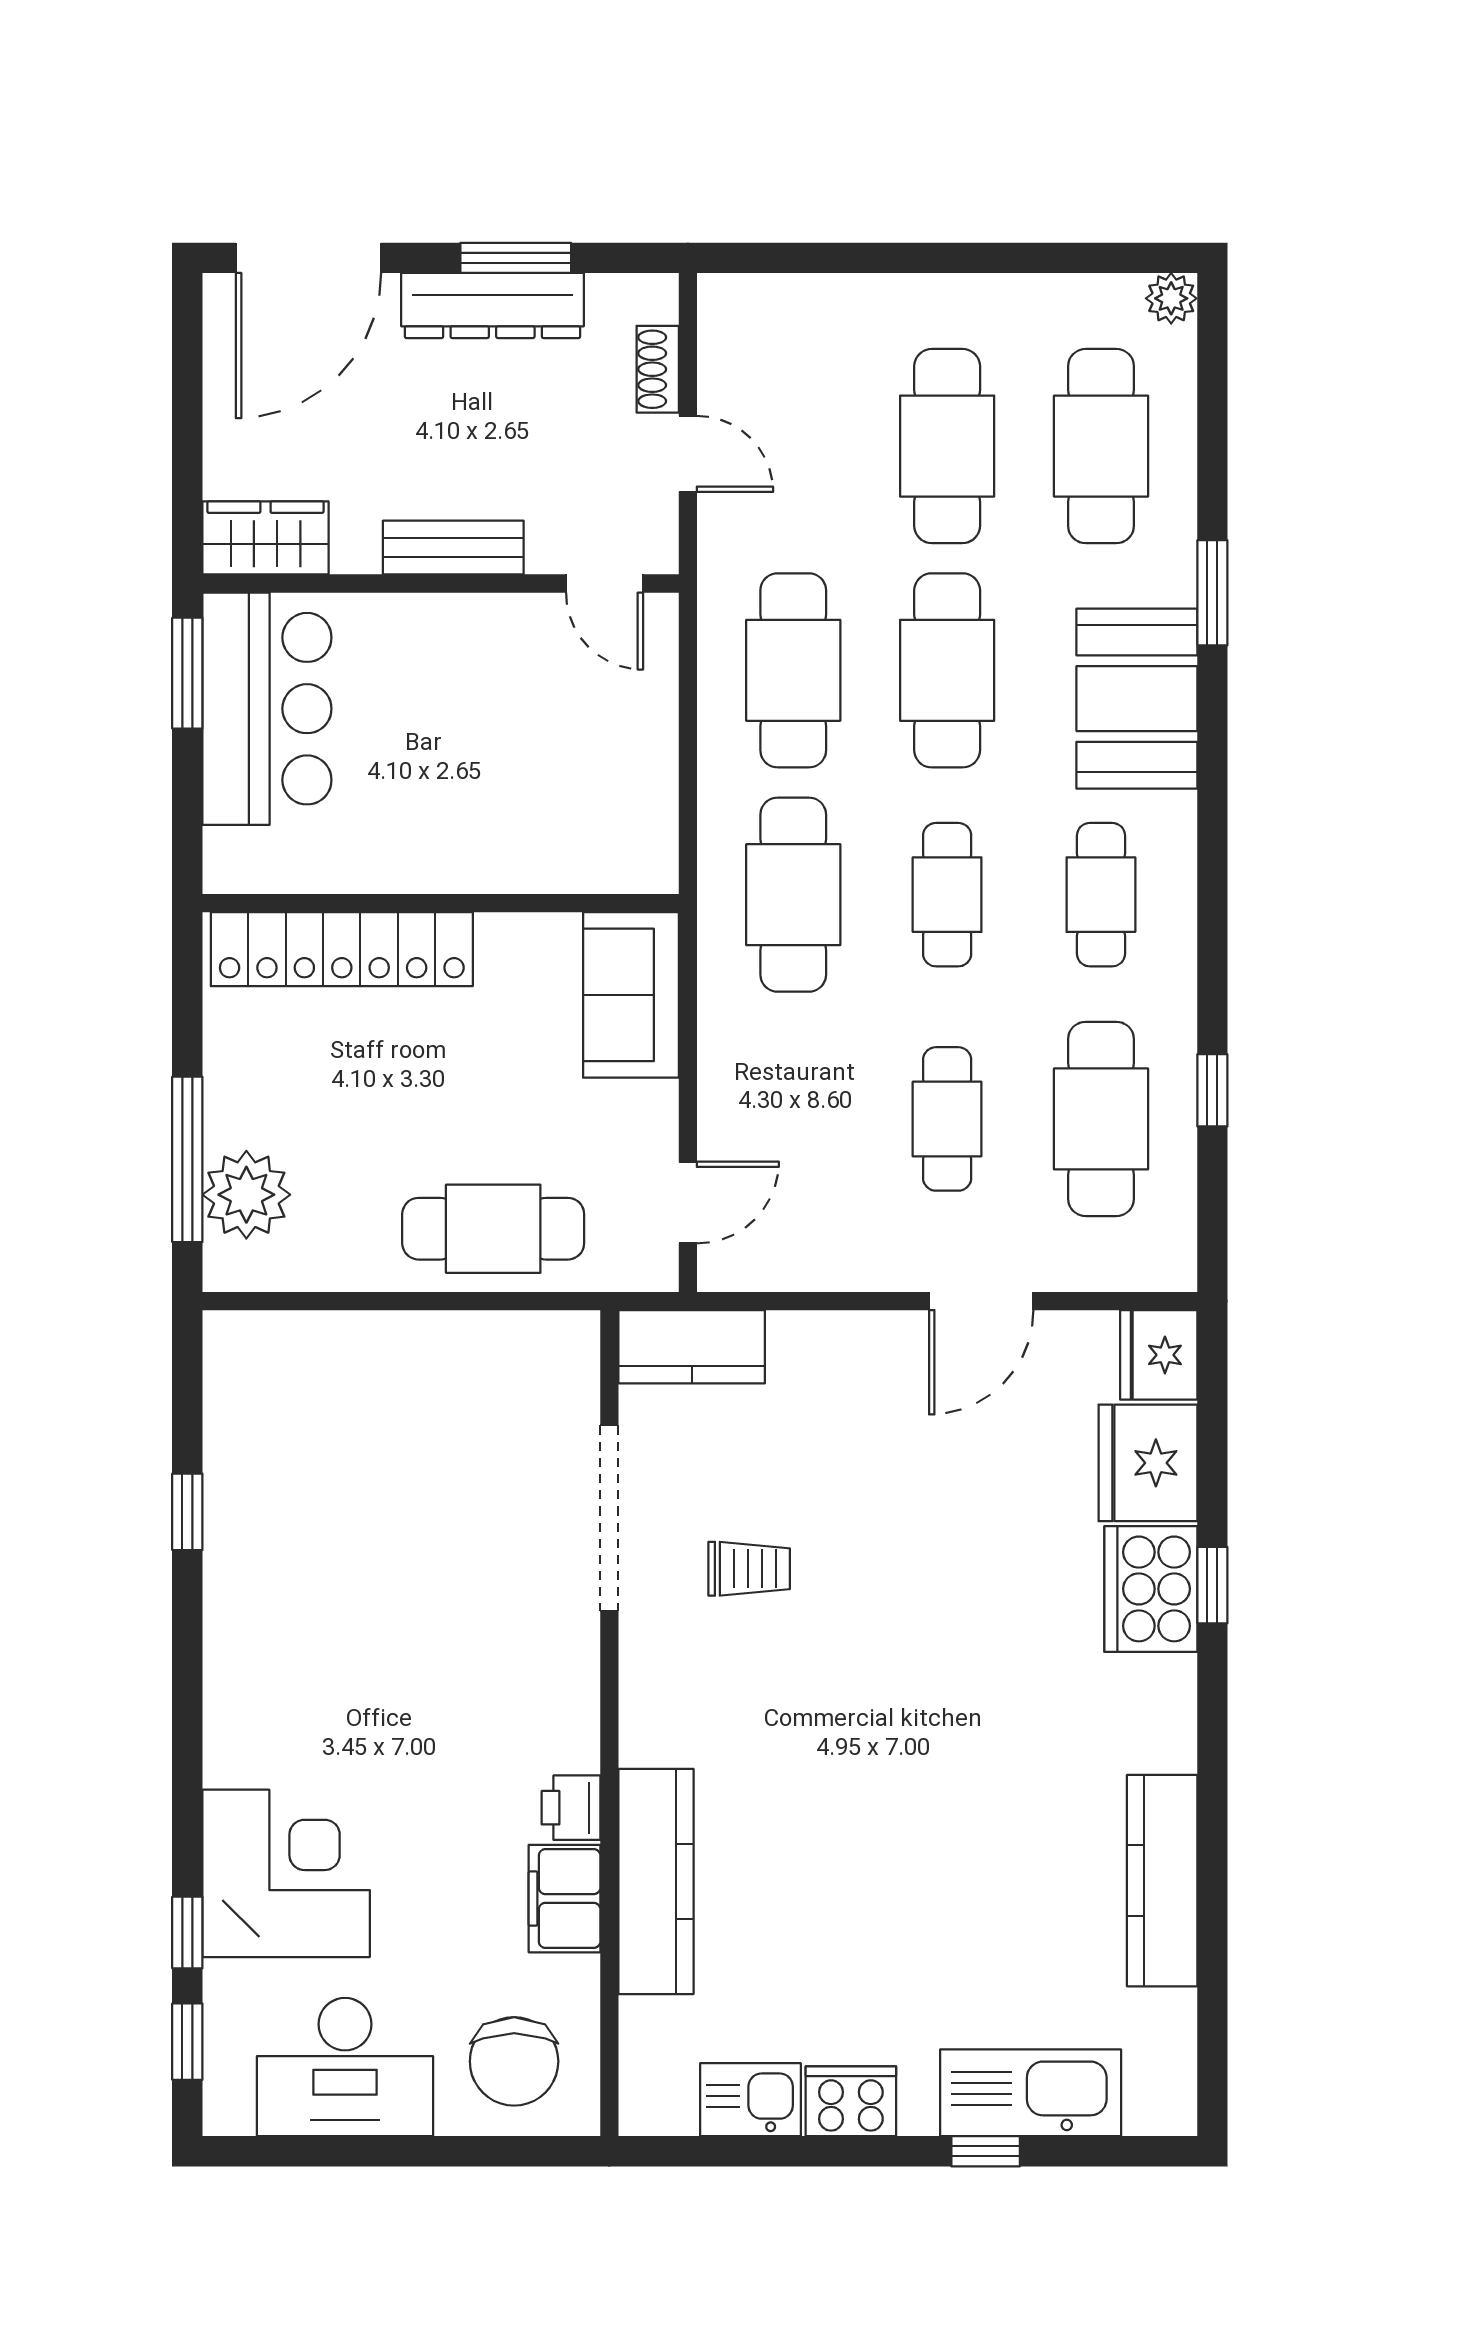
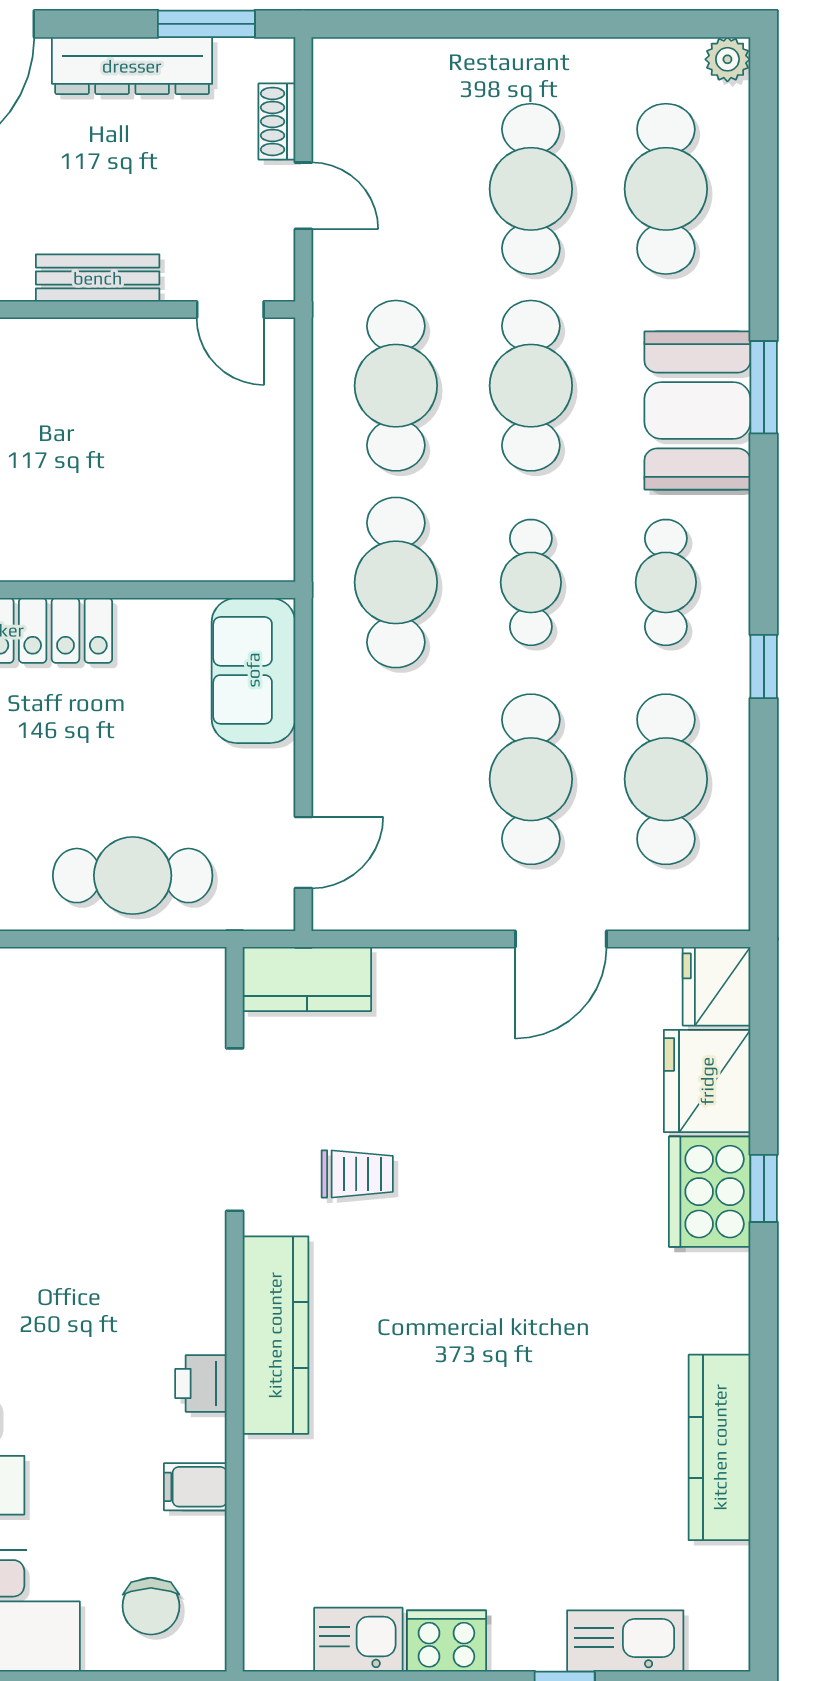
window: (516, 258) -> (206, 24), moved
window: (1212, 593) -> (764, 387), moved
window: (1212, 1090) -> (764, 667), moved
cafe table: (947, 1119) -> (531, 779), width x1.37, depth x1.35
kitchen counter: (656, 1881) -> (275, 1335), moved
filing cabinet: (565, 1899) -> (195, 1487), width x0.50
chair: (514, 2061) -> (151, 1606), width x0.73, depth x0.73
kitchen sink: (1031, 2093) -> (625, 1641), width x0.73, depth x0.81

